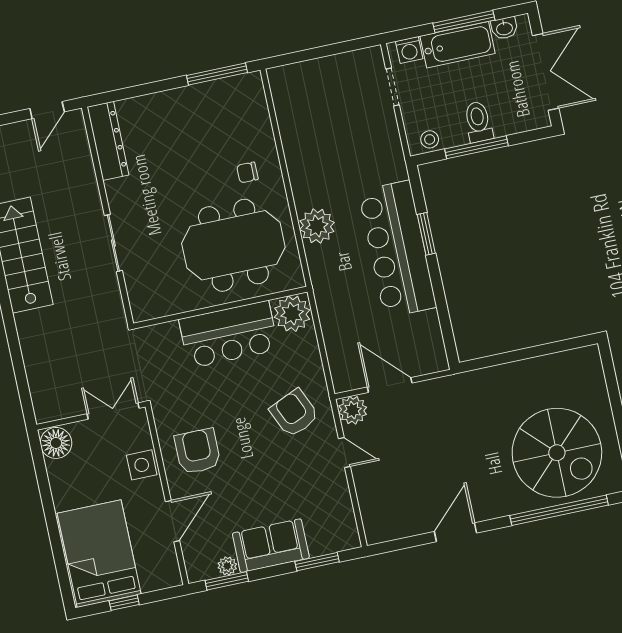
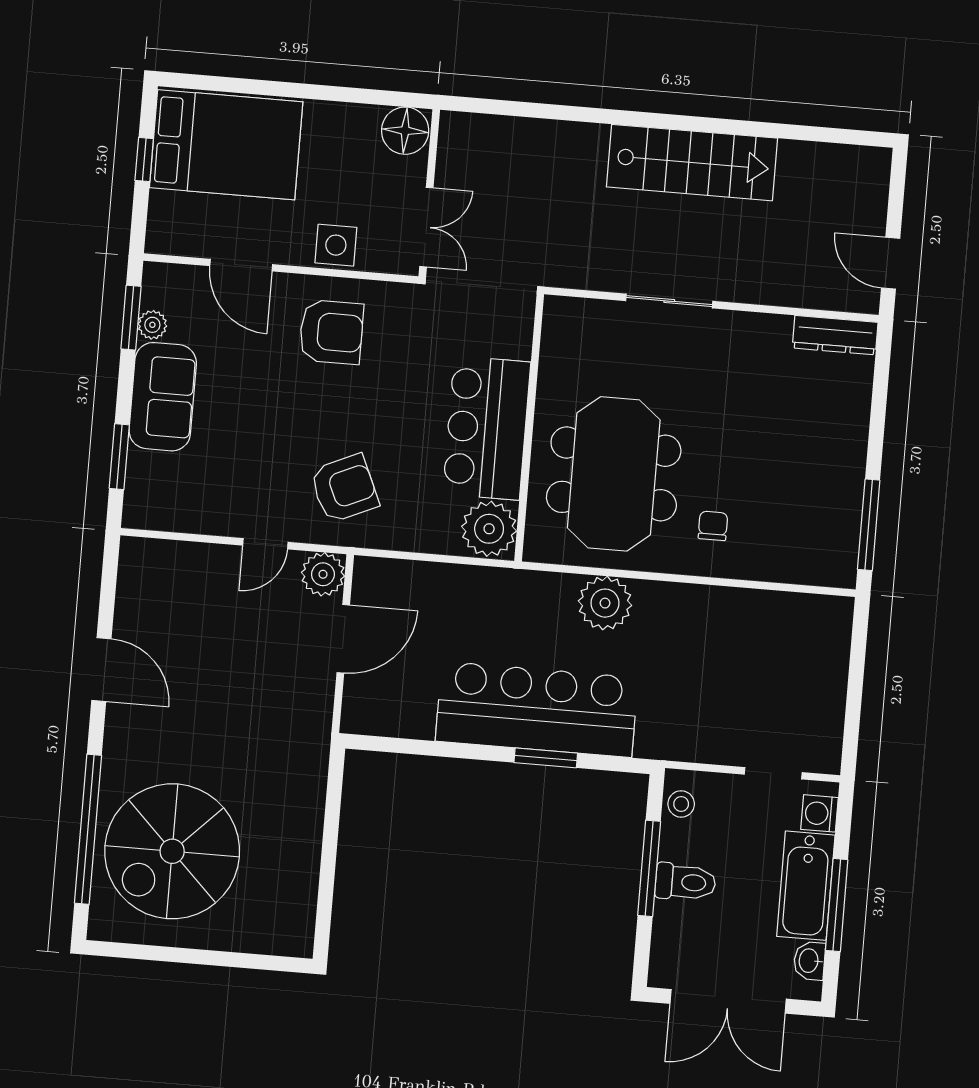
dresser: (108, 141) -> (835, 335), width x0.73, depth x0.80

